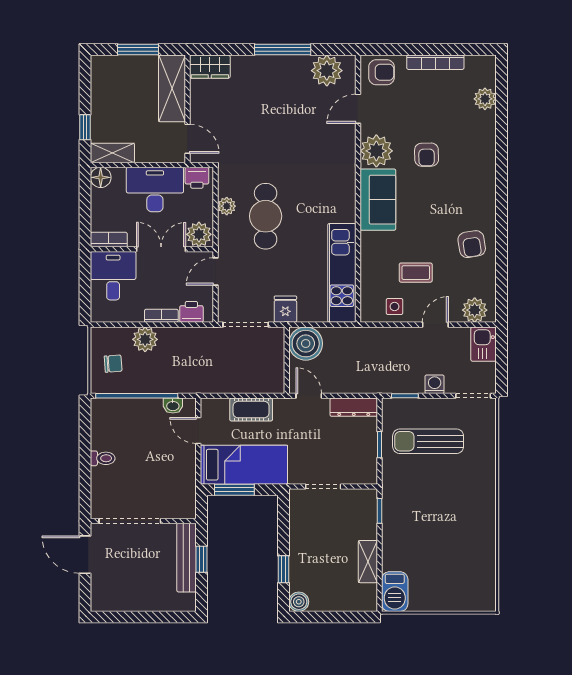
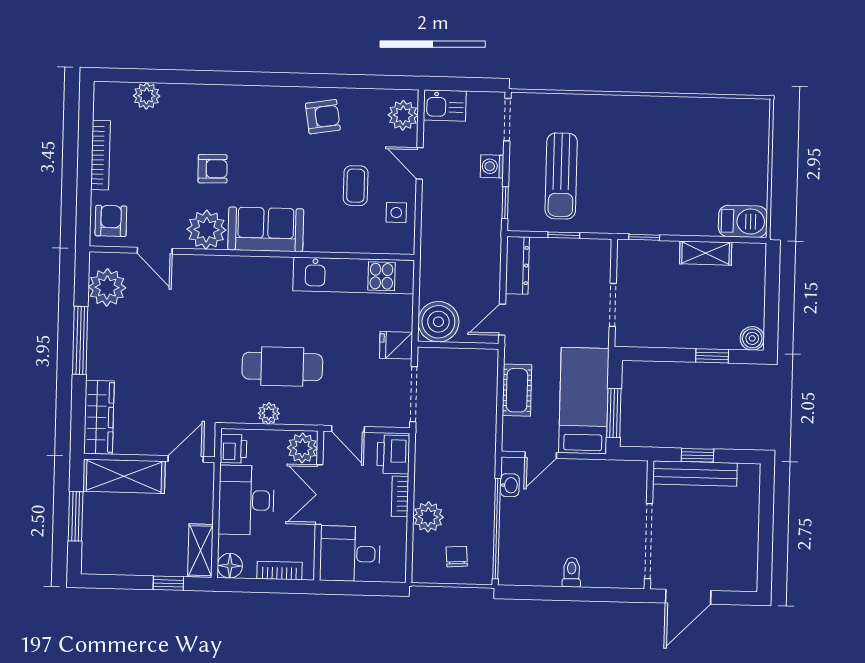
wardrobe: (210, 67) -> (99, 417), width x1.50
bookcase: (109, 240) -> (280, 571), moved, turned 90
printer: (191, 312) -> (393, 454), width x1.36, depth x1.24

